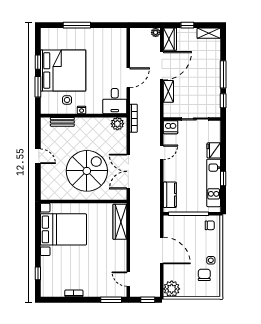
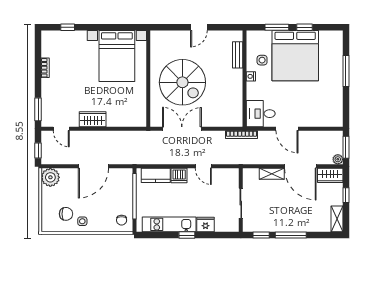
window: (145, 25) -> (346, 147), added
plant: (117, 124) -> (235, 116), removed
dishwasher: (170, 127) -> (179, 176), moved, turned -90
window: (223, 178) -> (187, 235), moved
wardrobe: (120, 222) -> (93, 119), moved, width x0.67
door: (128, 279) -> (61, 129), swing flipped

